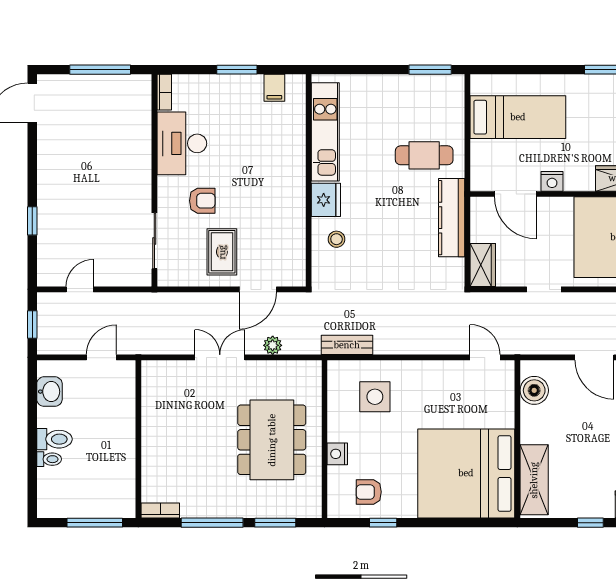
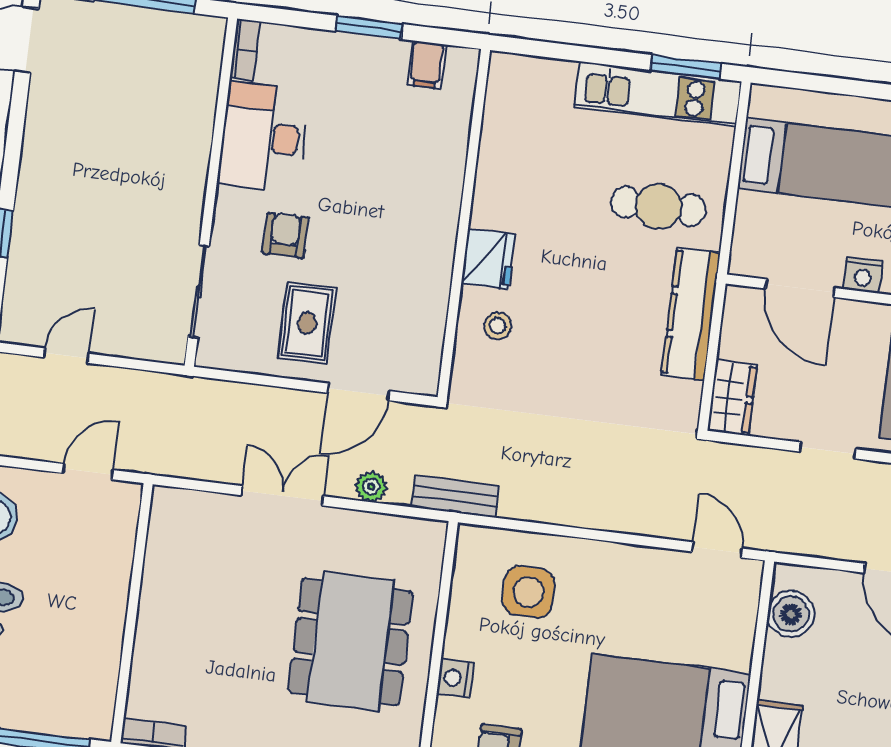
kitchen unit: (325, 132) -> (658, 94), moved, turned 90
armchair: (202, 201) -> (285, 235), turned -90
bench: (347, 345) -> (455, 496), moved

